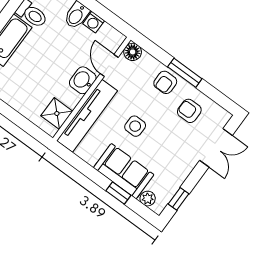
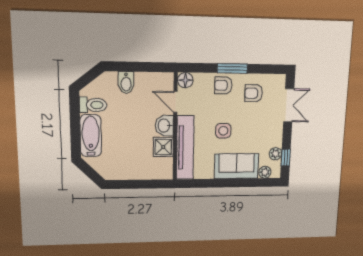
washing machine: (94, 22) -> (142, 79), removed
armchair: (165, 82) -> (223, 85), turned 90
shower: (57, 114) -> (163, 147), moved
plant: (171, 187) -> (275, 154), added
window: (118, 193) -> (243, 183), removed

